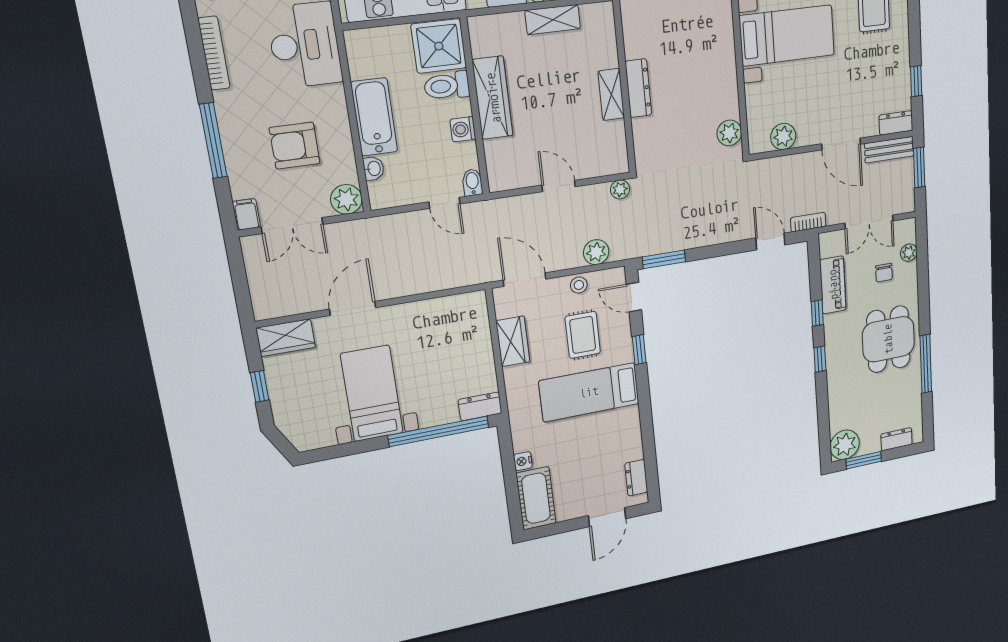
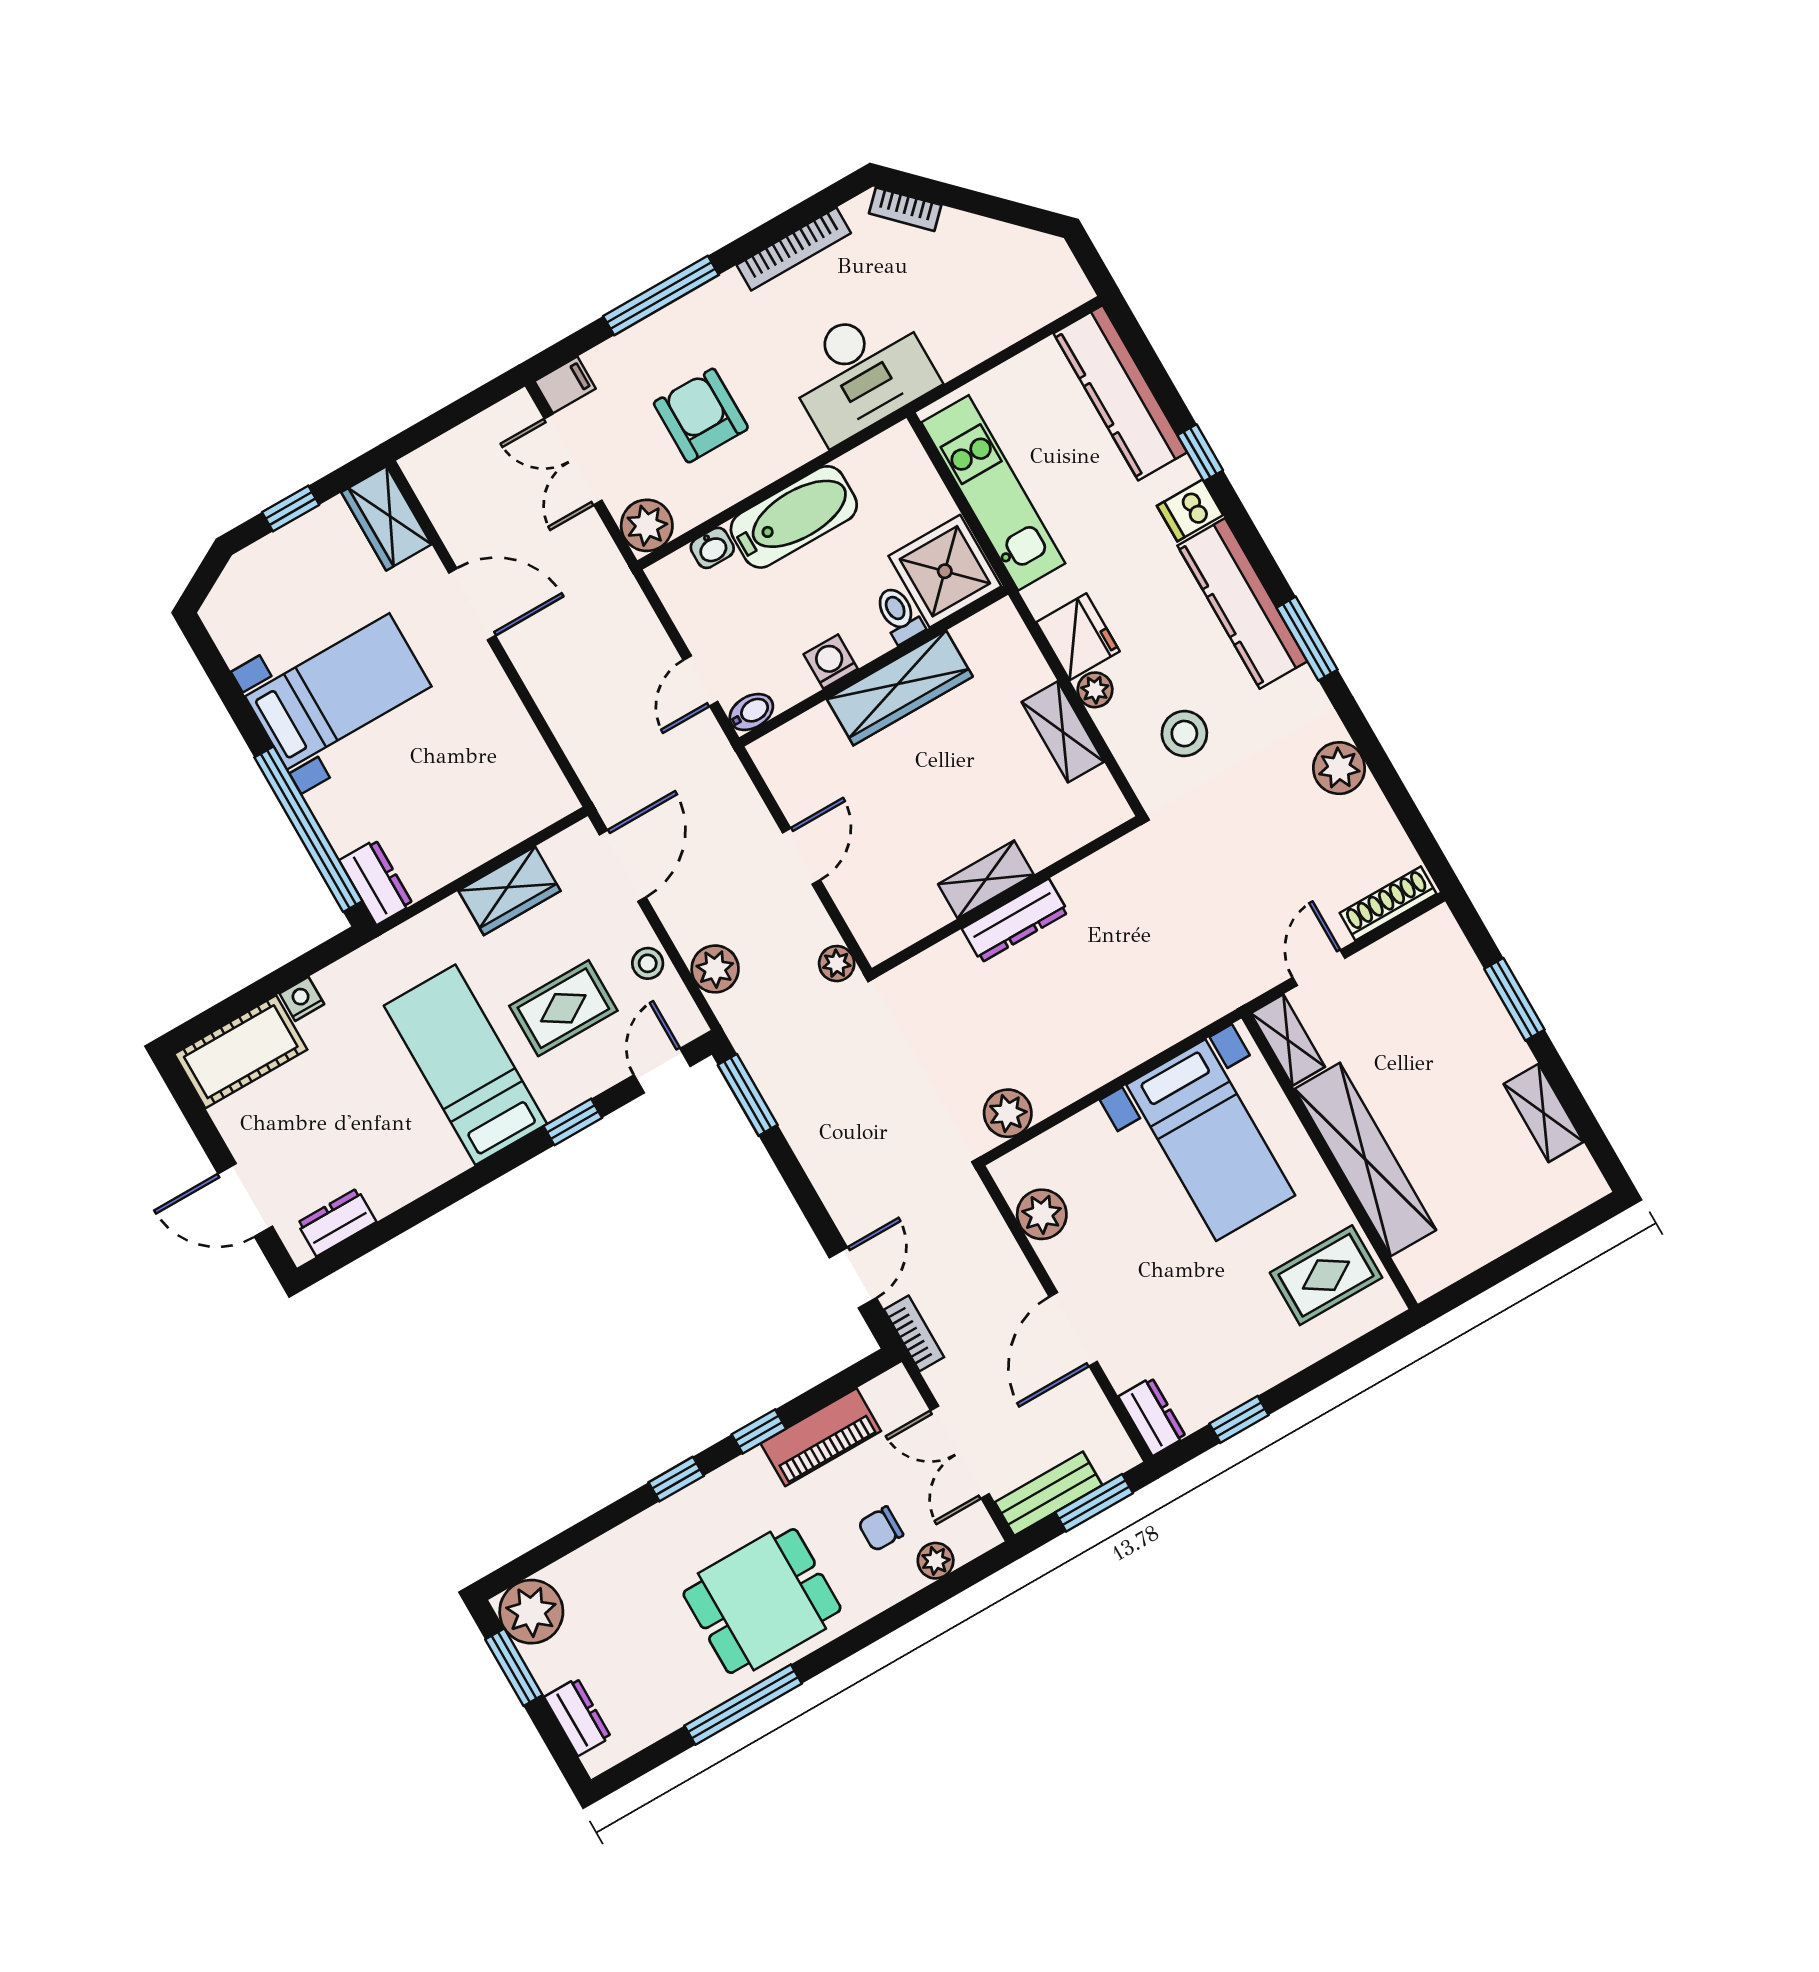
toilet: (447, 86) -> (899, 614), width x0.73, depth x0.72
bench: (889, 150) -> (1049, 1494), moved, turned 90

